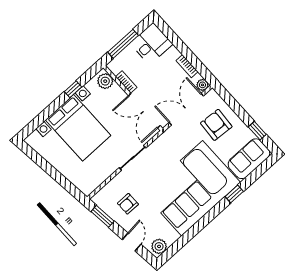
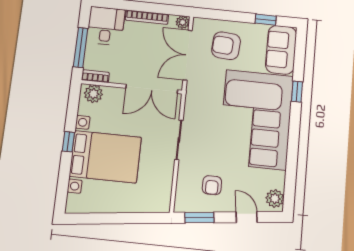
bookcase: (187, 66) -> (147, 17), width x1.56
bookcase: (126, 82) -> (95, 76), moved
window: (73, 89) -> (68, 142), moved

